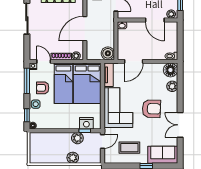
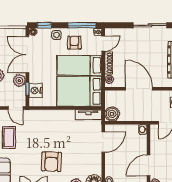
door: (134, 61) -> (103, 142), swing flipped
corner sofa: (118, 108) -> (53, 125), removed
double door: (54, 131) -> (27, 55), added

